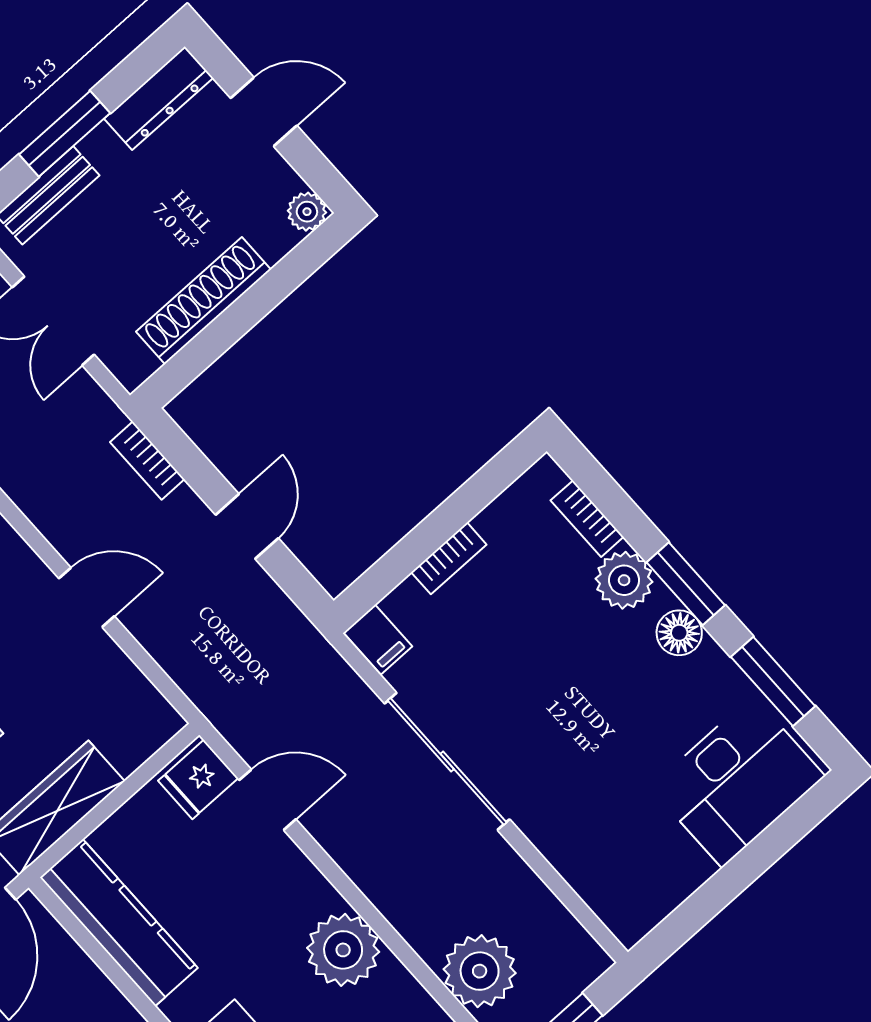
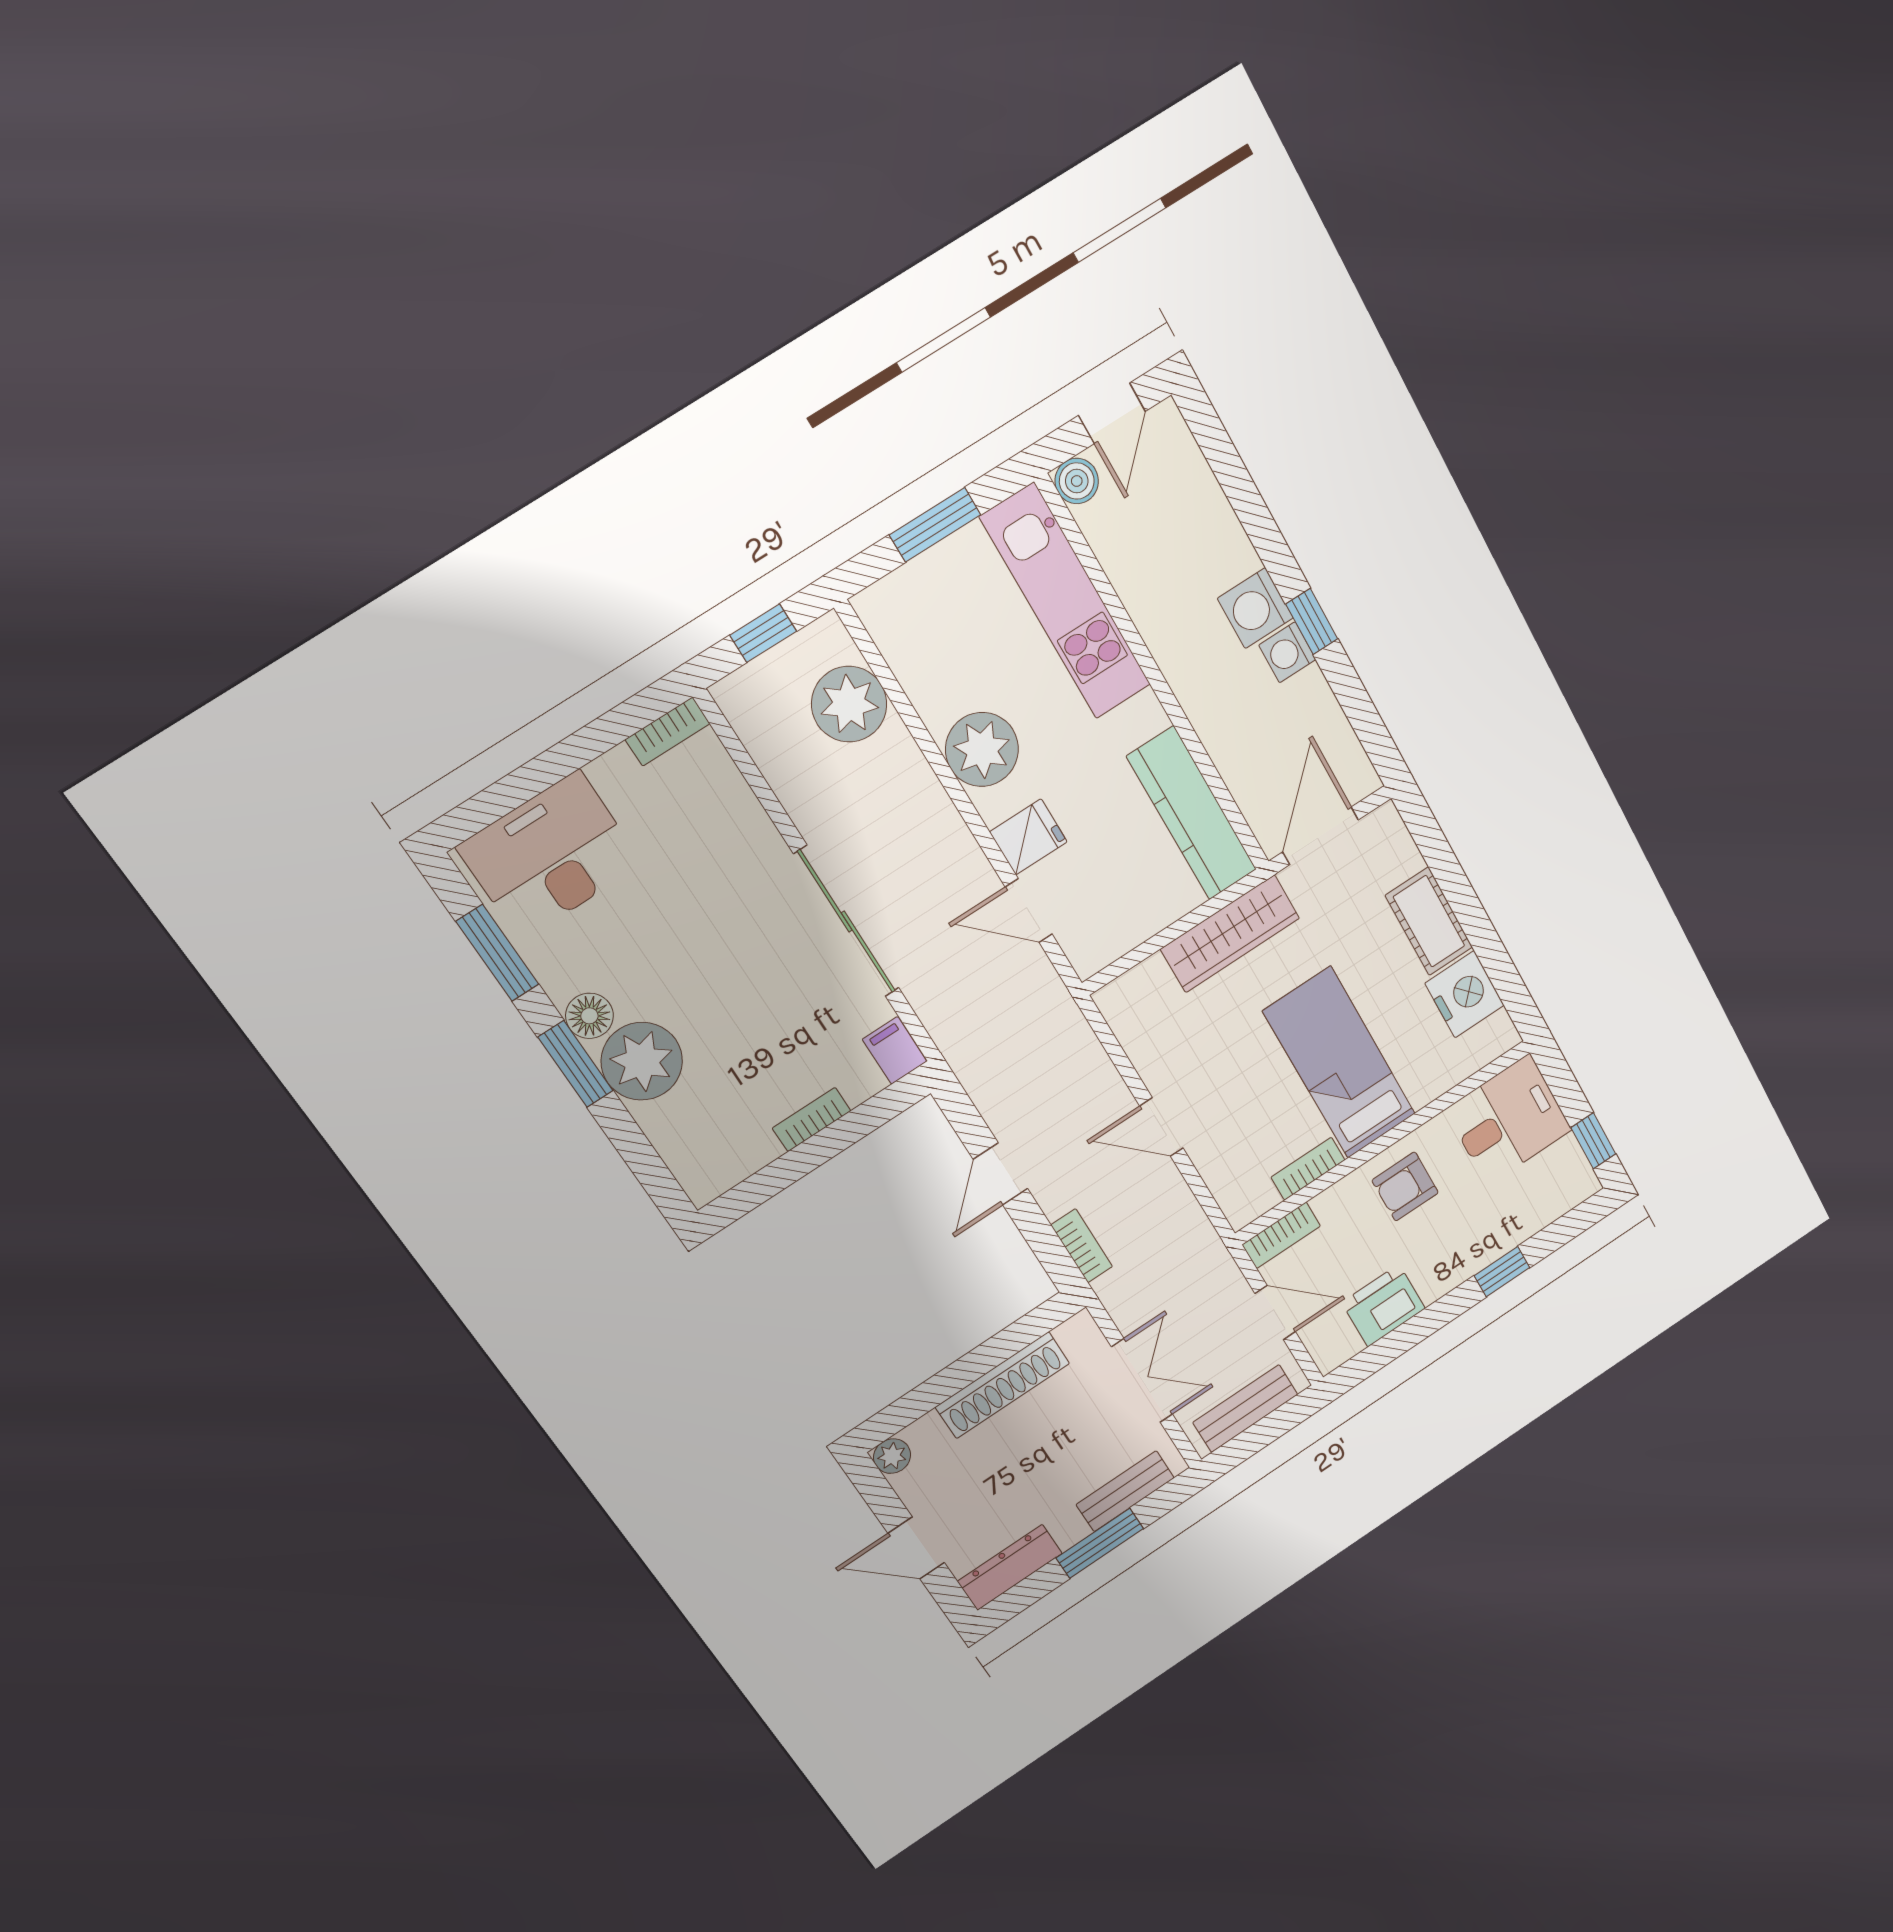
bookcase: (587, 519) -> (668, 732), moved, turned 90
plant: (624, 580) -> (642, 1061), width x1.36, depth x1.36
fridge: (198, 779) -> (1028, 837), moved

